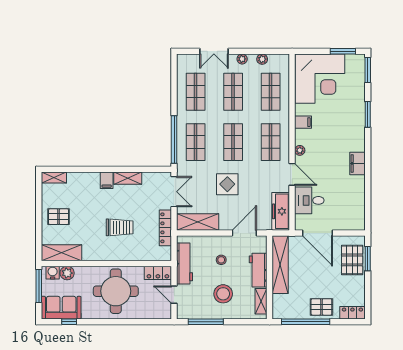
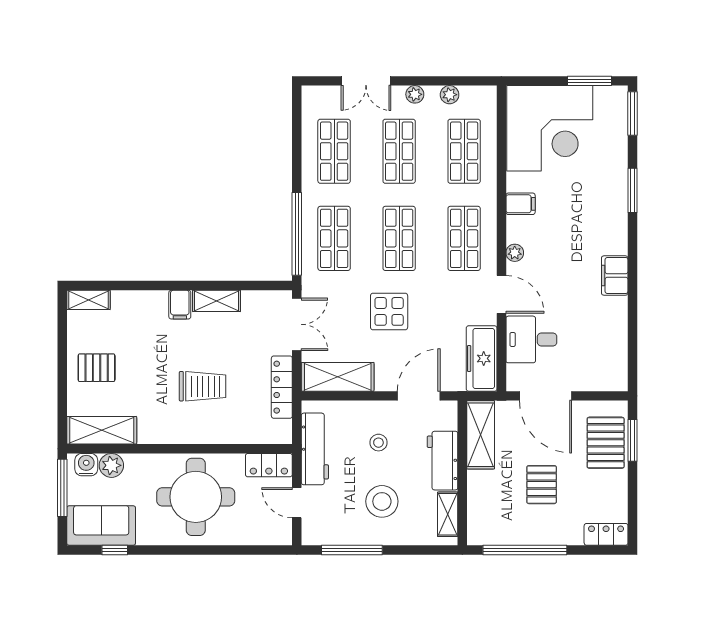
shelving: (280, 265) -> (481, 435), width x0.68
pallet: (321, 307) -> (542, 485), moved, turned 90

